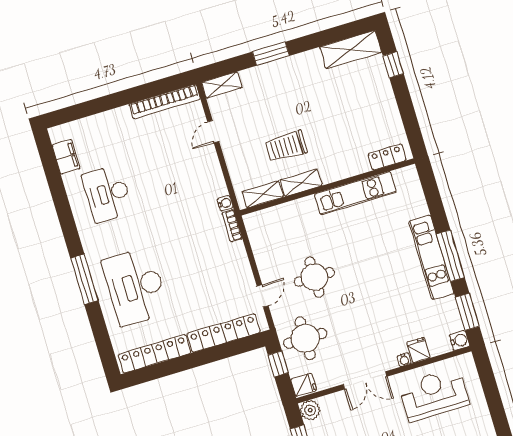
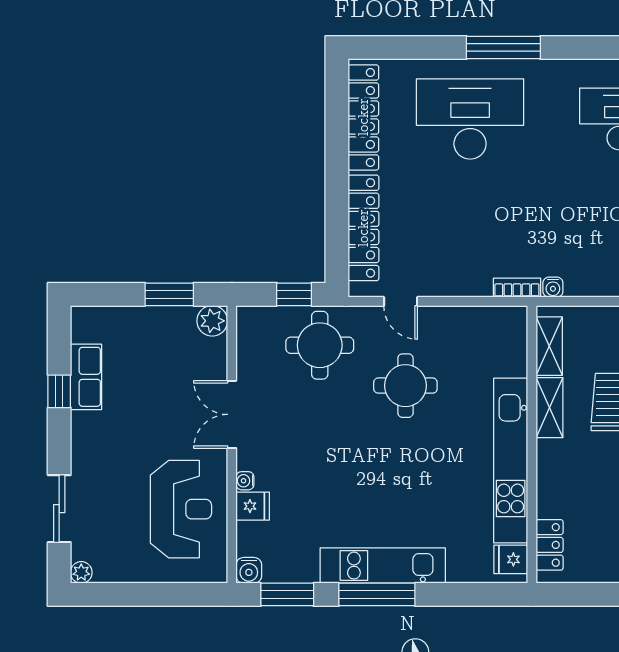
kitchen unit: (355, 193) -> (511, 461), width x1.36
fridge: (304, 385) -> (511, 559), moved, turned 90

